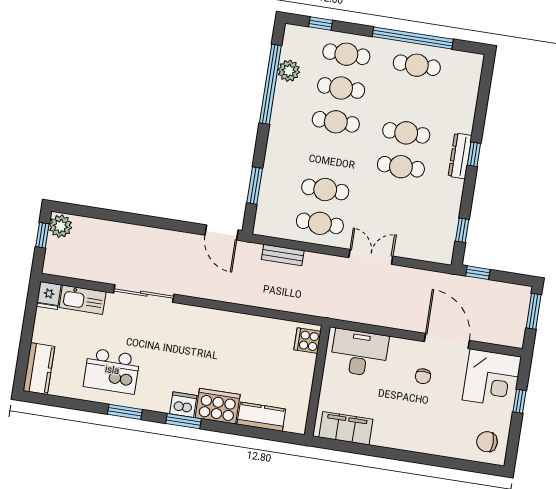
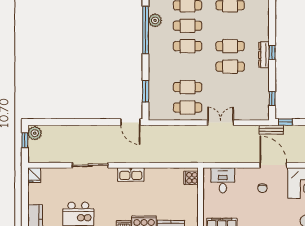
bench: (283, 255) -> (271, 130), moved
kitchen sink: (83, 300) -> (131, 175), moved
desk: (359, 353) -> (223, 180), width x0.73

